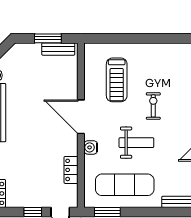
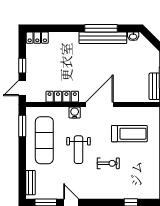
treadmill: (117, 80) -> (129, 134), turned 180
locker: (71, 170) -> (62, 97), width x1.53

